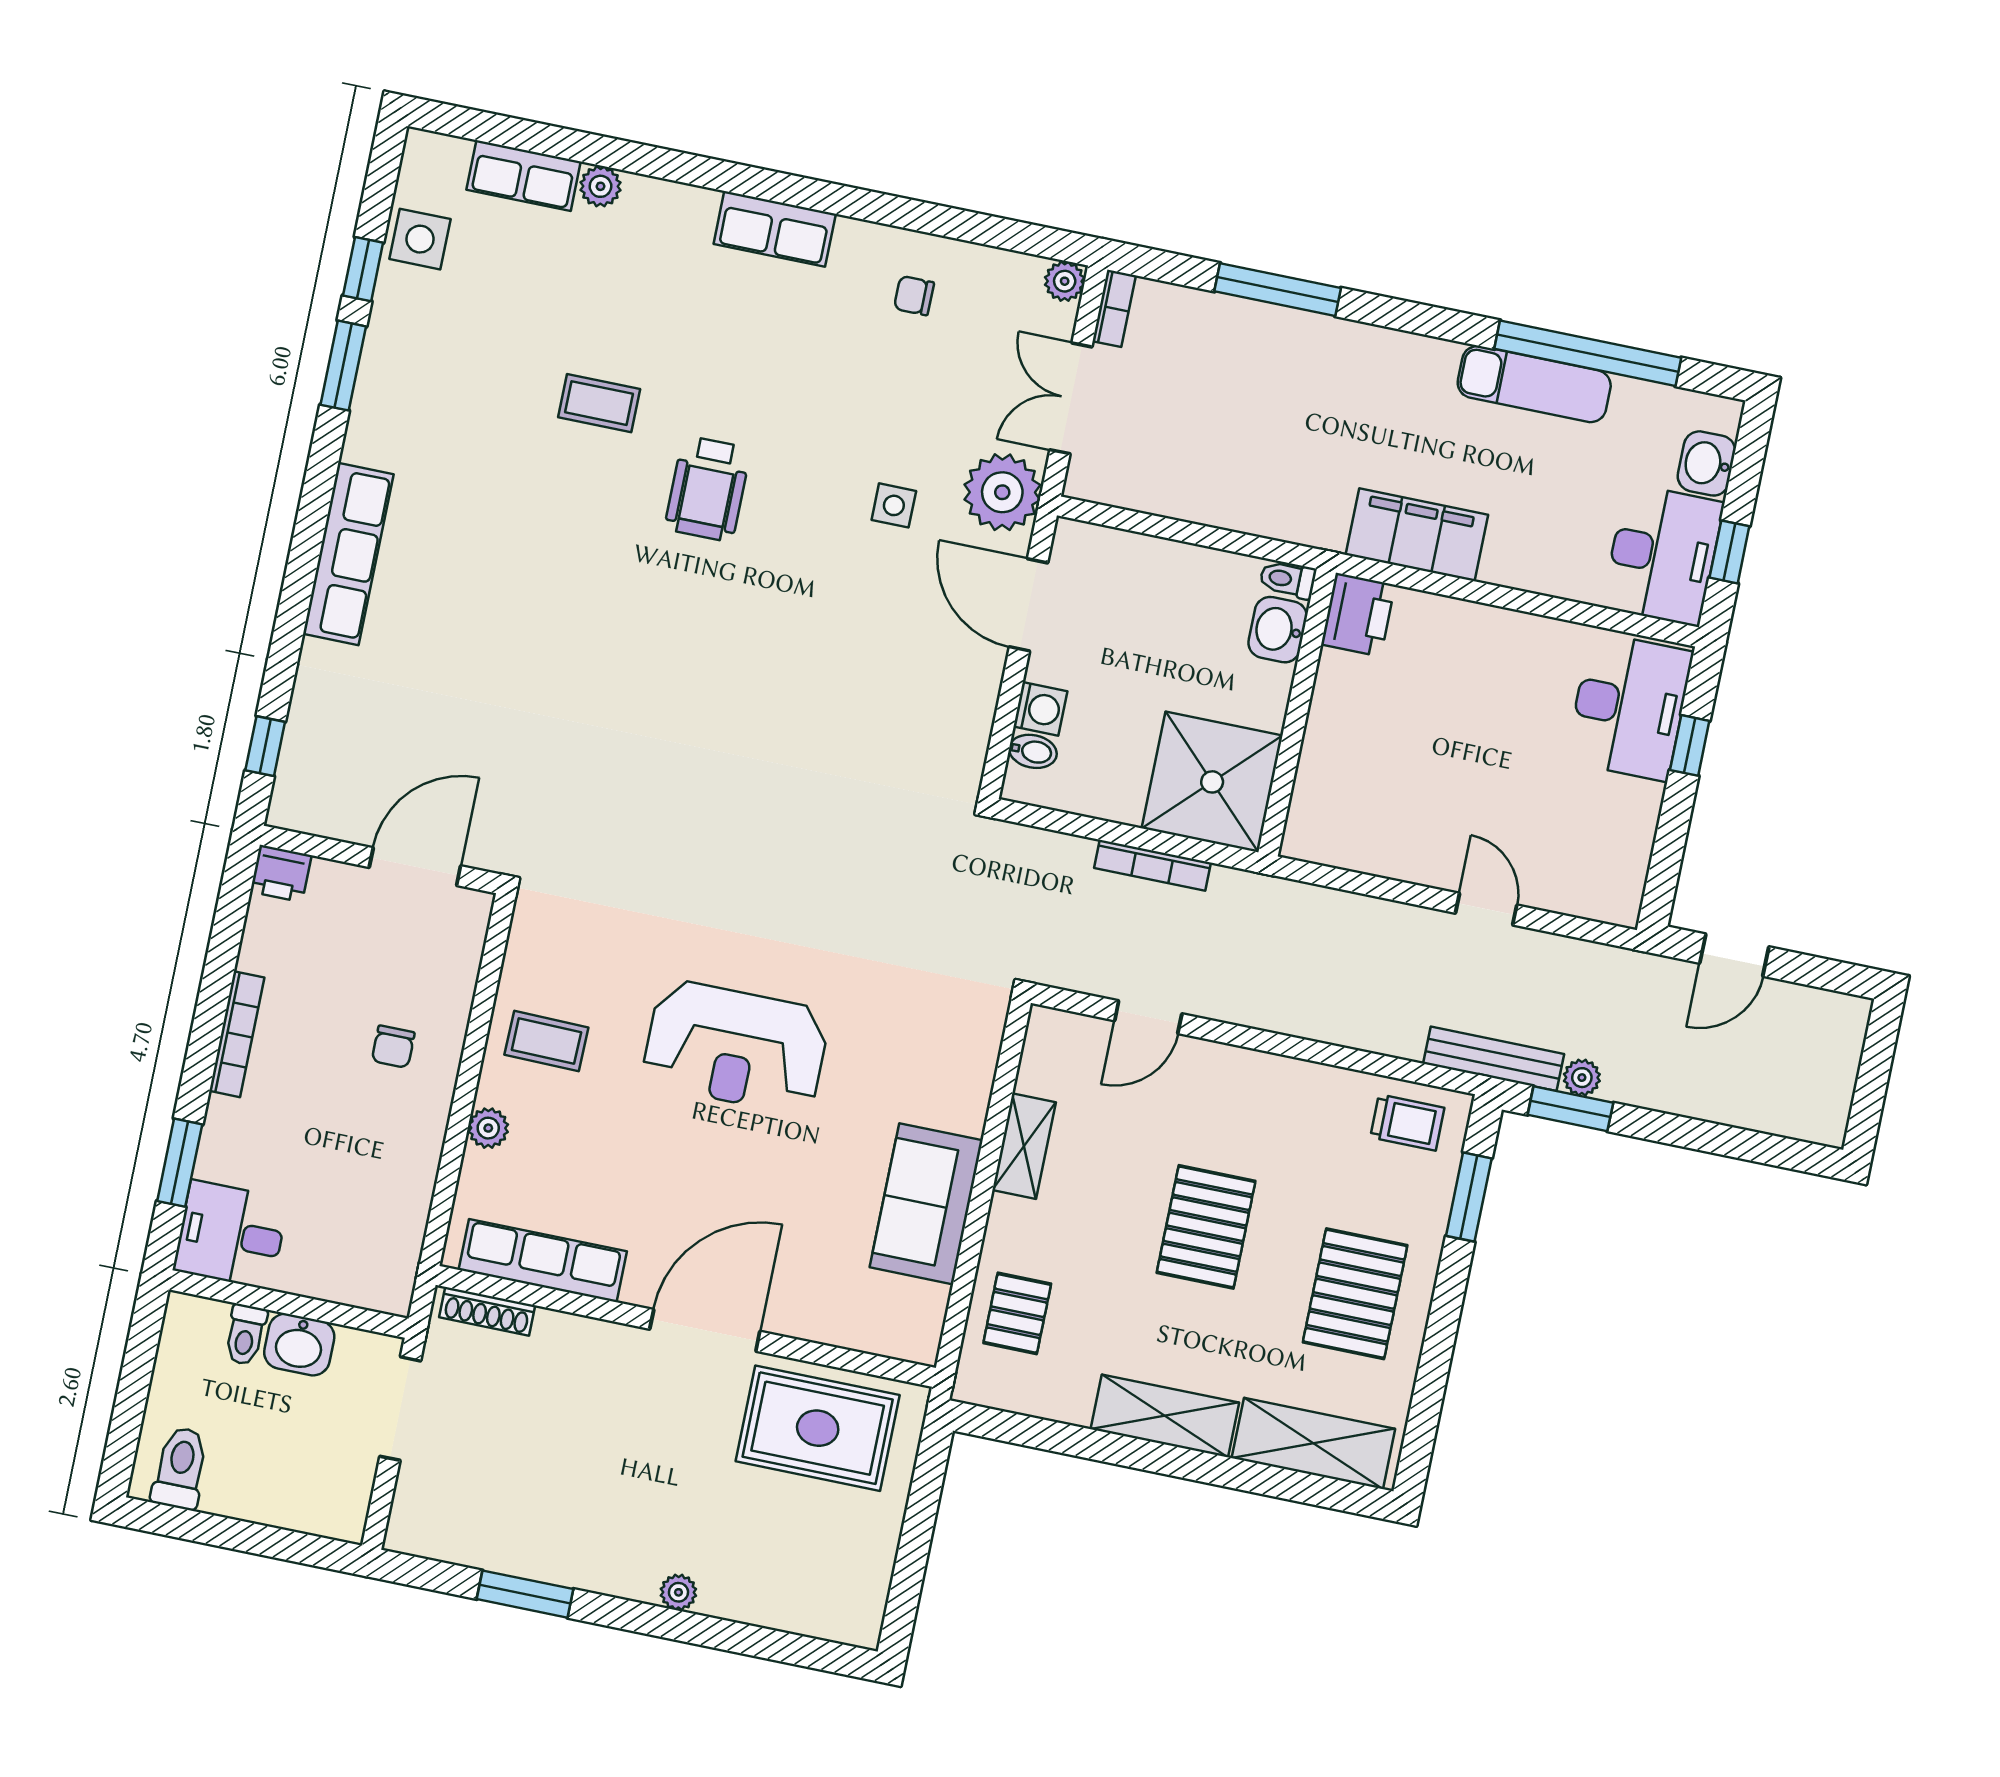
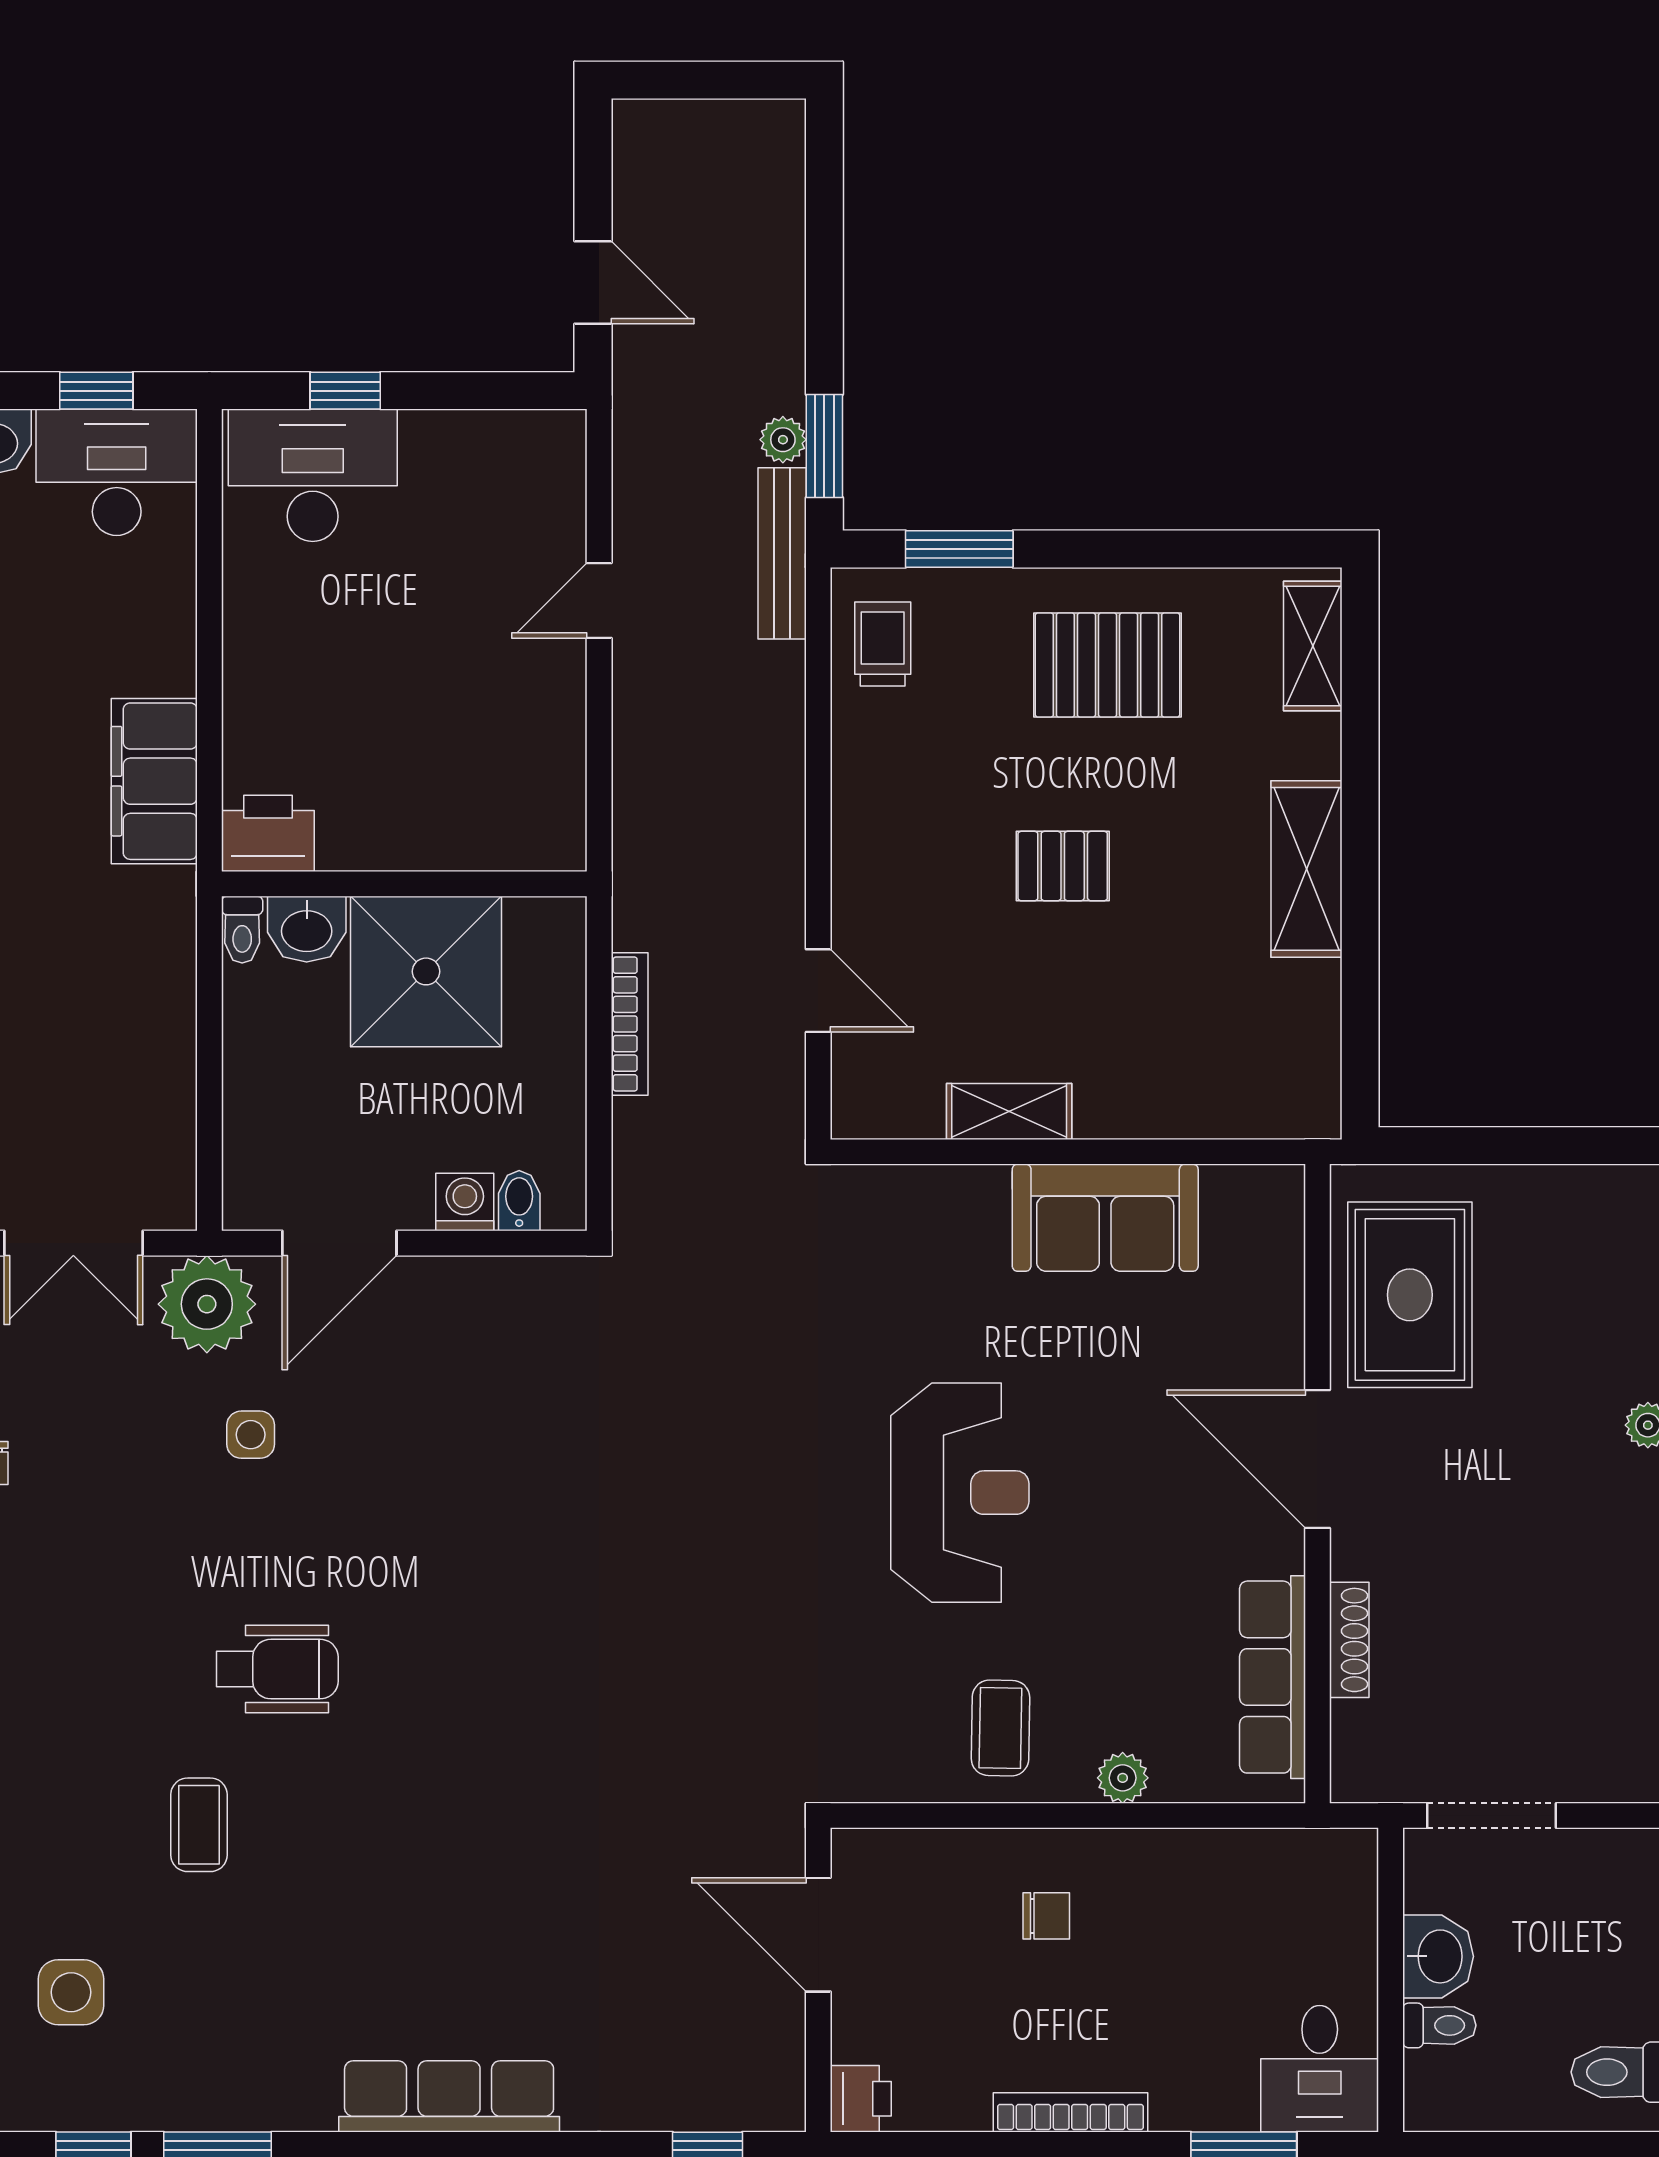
side table: (420, 239) -> (71, 1992), moved
shower: (1212, 782) -> (426, 971), moved
pallet: (1206, 1227) -> (1063, 866), width x0.67, depth x0.71
shoe rack: (487, 1311) -> (1349, 1640), moved
pallet: (1017, 1313) -> (1217, 1077), removed
shelving: (1313, 1443) -> (1313, 646), width x0.67, depth x0.75

